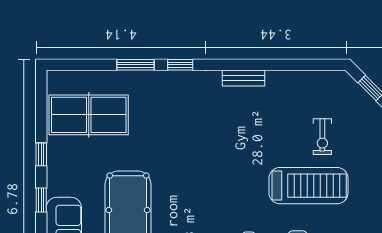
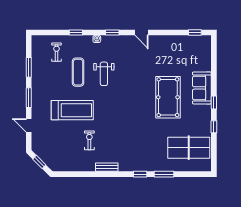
exercise bike: (322, 137) -> (89, 140), moved
treadmill: (308, 186) -> (72, 110), turned 180

